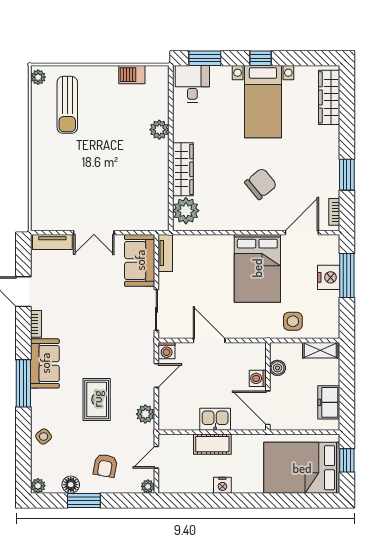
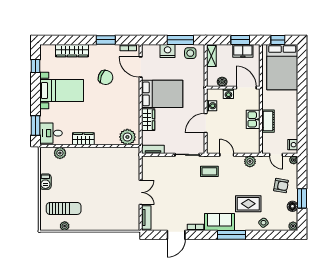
window: (261, 58) -> (36, 66), moved
barbecue: (132, 75) -> (45, 182), moved
plant: (38, 77) -> (65, 226), moved
wardrobe: (329, 97) -> (72, 51), moved
plant: (159, 130) -> (60, 153), moved
wardrobe: (183, 169) -> (83, 139), moved, width x0.67
chair: (261, 184) -> (106, 77), moved, turned 150
wardrobe: (215, 245) -> (148, 120), added
sofa: (140, 260) -> (157, 165), removed
window: (347, 275) -> (180, 40), moved
side table: (293, 321) -> (190, 53), moved
coffee table: (129, 347) -> (209, 171), added
washing machine: (167, 351) -> (212, 106), moved
window: (347, 398) -> (240, 40), added
rug: (97, 399) -> (248, 204), moved
door: (268, 408) -> (246, 88), swing flipped
nightstand: (222, 485) -> (293, 145), moved

